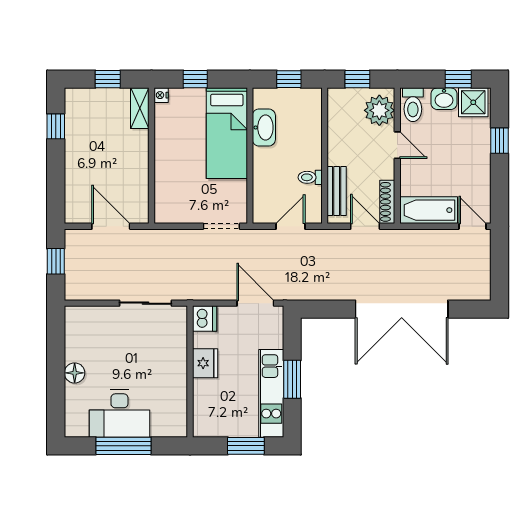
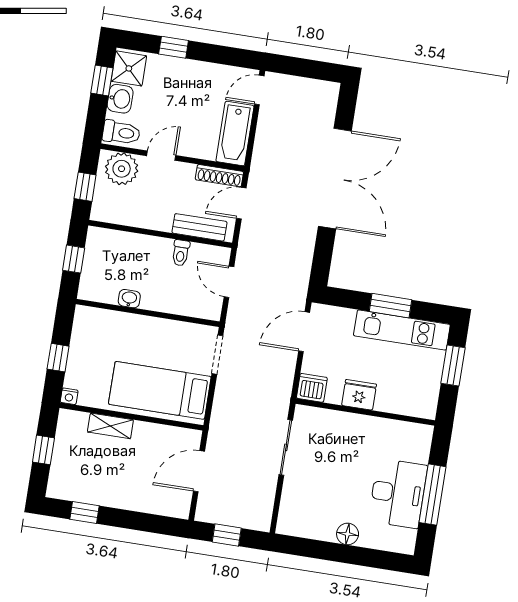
shelving: (140, 108) -> (110, 426), moved
washbasin: (264, 128) -> (129, 299), width x0.52, depth x0.69
bed: (227, 133) -> (160, 390), moved, turned 180

